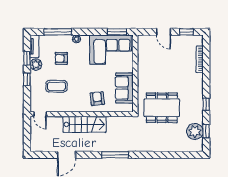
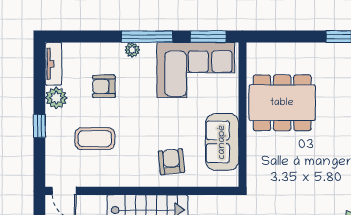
window: (58, 32) -> (147, 37), moved
door: (163, 32) -> (295, 37), removed
window: (27, 58) -> (39, 86), removed
dining table: (162, 108) -> (282, 103), moved

